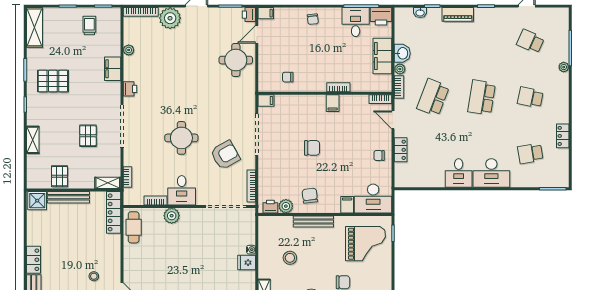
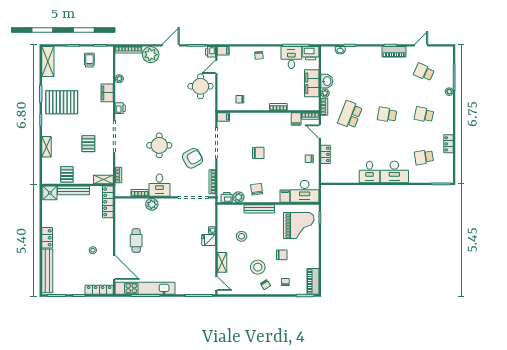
piano: (458, 14) -> (394, 52), moved
pallet: (53, 81) -> (62, 102), width x1.37, depth x1.41
school desk: (482, 97) -> (387, 115), width x0.54
filing cabinet: (333, 103) -> (296, 119), moved
cafe table: (134, 227) -> (136, 241), moved

